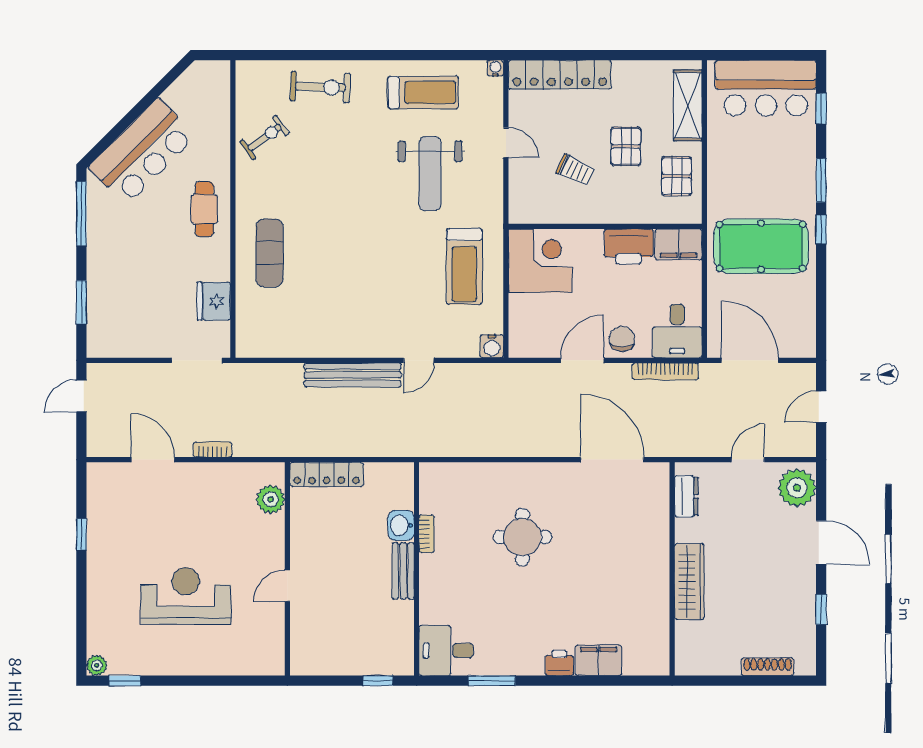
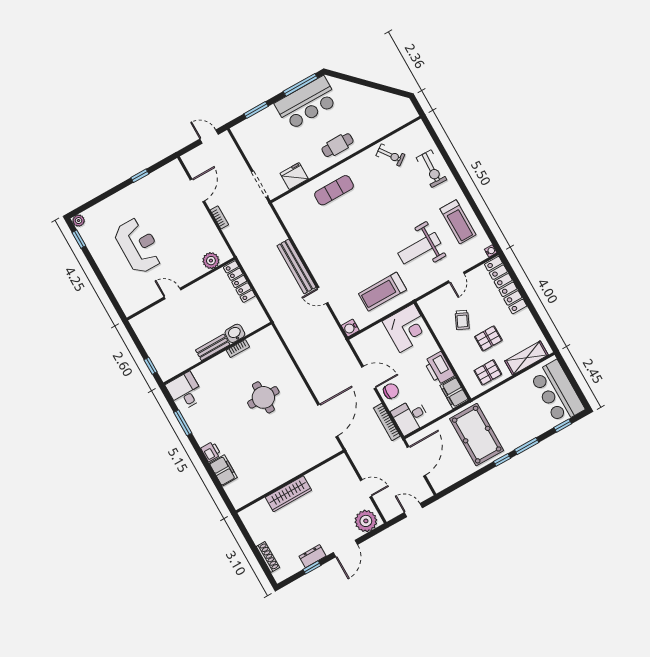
bar counter: (142, 152) -> (307, 103), moved, turned -45
dresser: (686, 496) -> (313, 556), moved, turned 180

